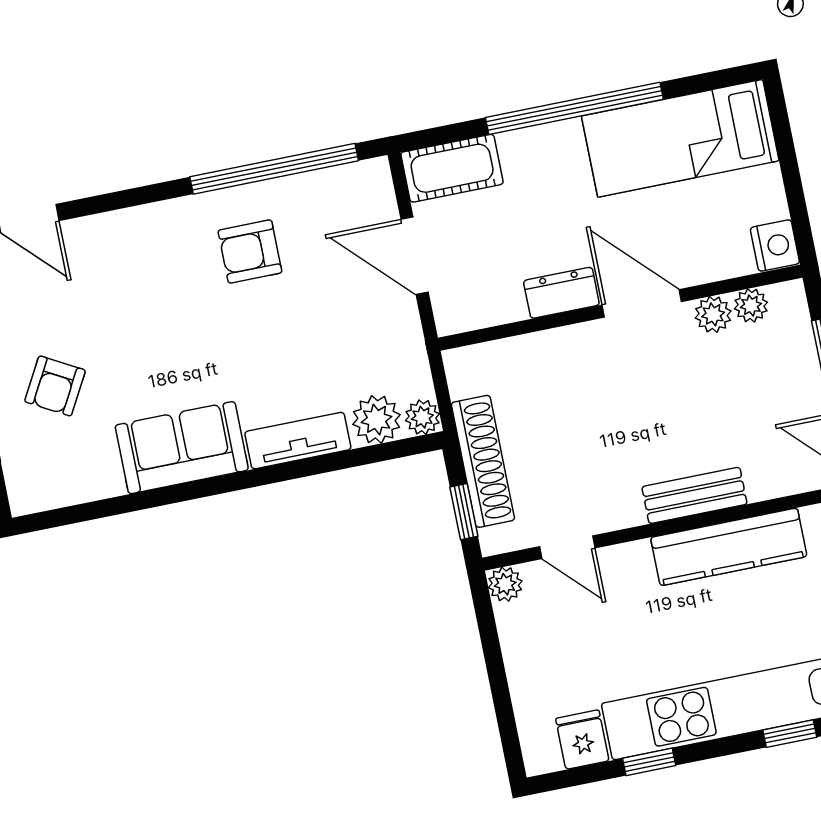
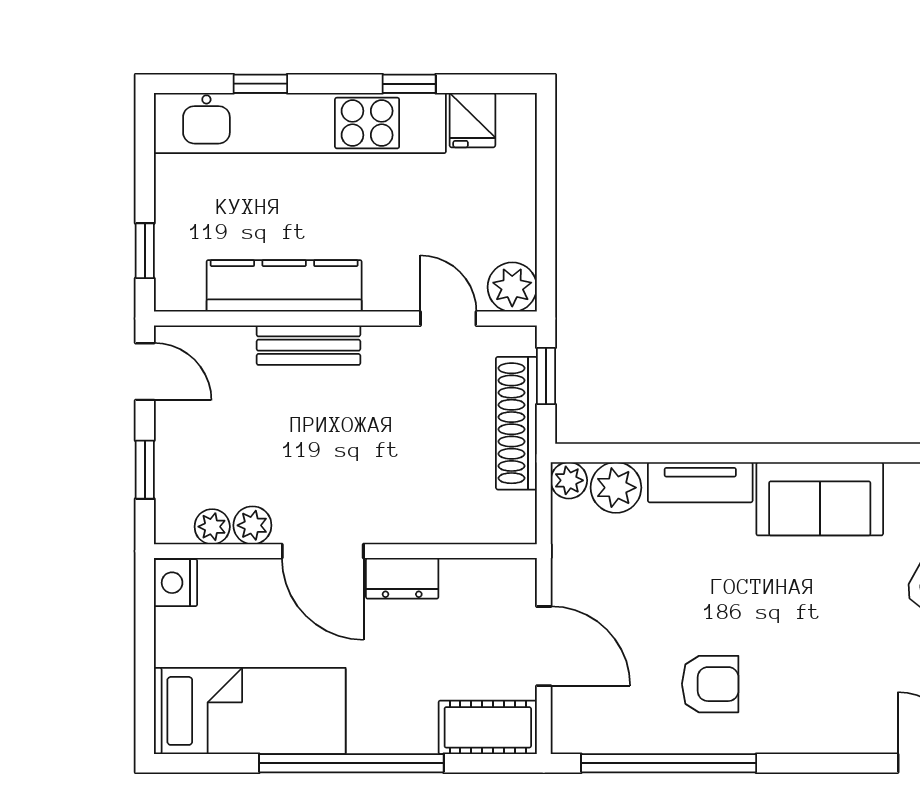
plant: (505, 584) -> (512, 287), width x1.38, depth x1.38

